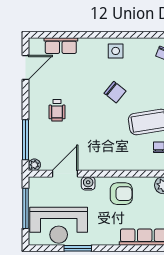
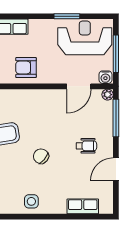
door: (26, 67) -> (116, 169), moved
chair: (115, 92) -> (41, 156), moved
wheelchair: (57, 110) -> (86, 146), turned 90
water cooler: (88, 183) -> (105, 77), moved

